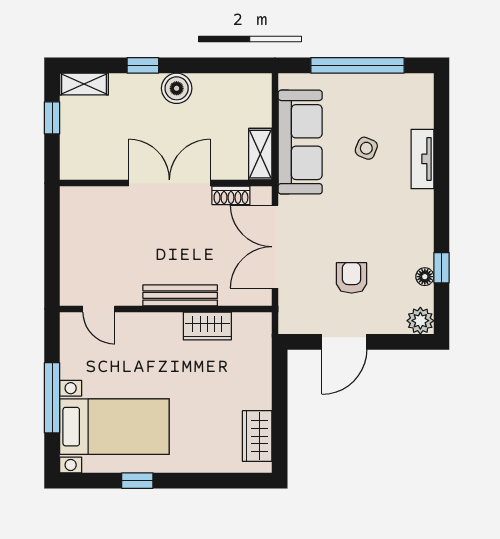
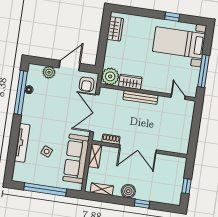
shelving: (84, 84) -> (102, 189), moved
tv unit: (422, 159) -> (22, 143), width x1.41
double door: (275, 247) -> (94, 113), swing flipped
window: (441, 268) -> (21, 93), width x3.17
armchair: (352, 278) -> (87, 84), moved
plant: (420, 321) -> (49, 72), moved
plant: (253, 331) -> (110, 76), added
window: (52, 398) -> (204, 71), moved

